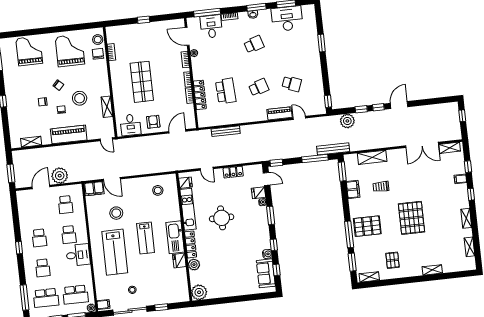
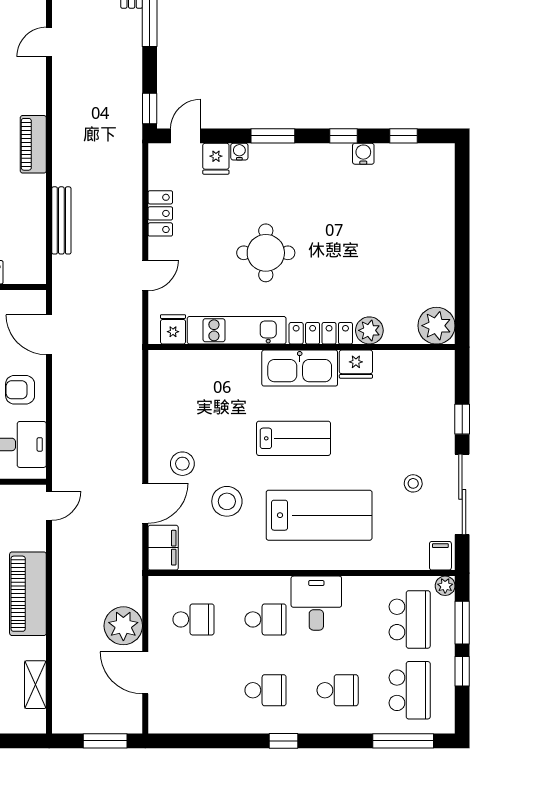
piano: (279, 113) -> (33, 144), moved
stool: (158, 190) -> (182, 464), moved
sofa: (266, 273) -> (409, 162), removed

